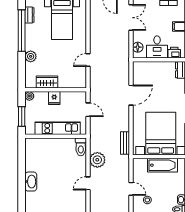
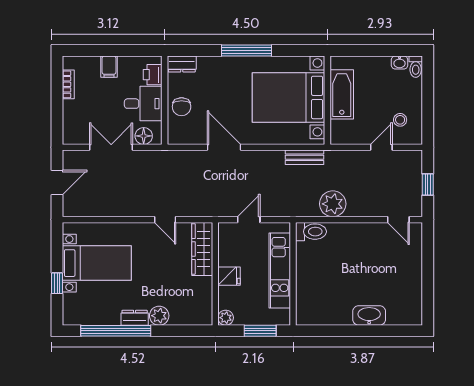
dresser: (29, 15) -> (135, 318), moved
double door: (131, 18) -> (111, 147), moved
chair: (155, 70) -> (182, 107), added
wardrobe: (47, 82) -> (202, 249), moved, width x1.50
door: (88, 183) -> (398, 220), moved

